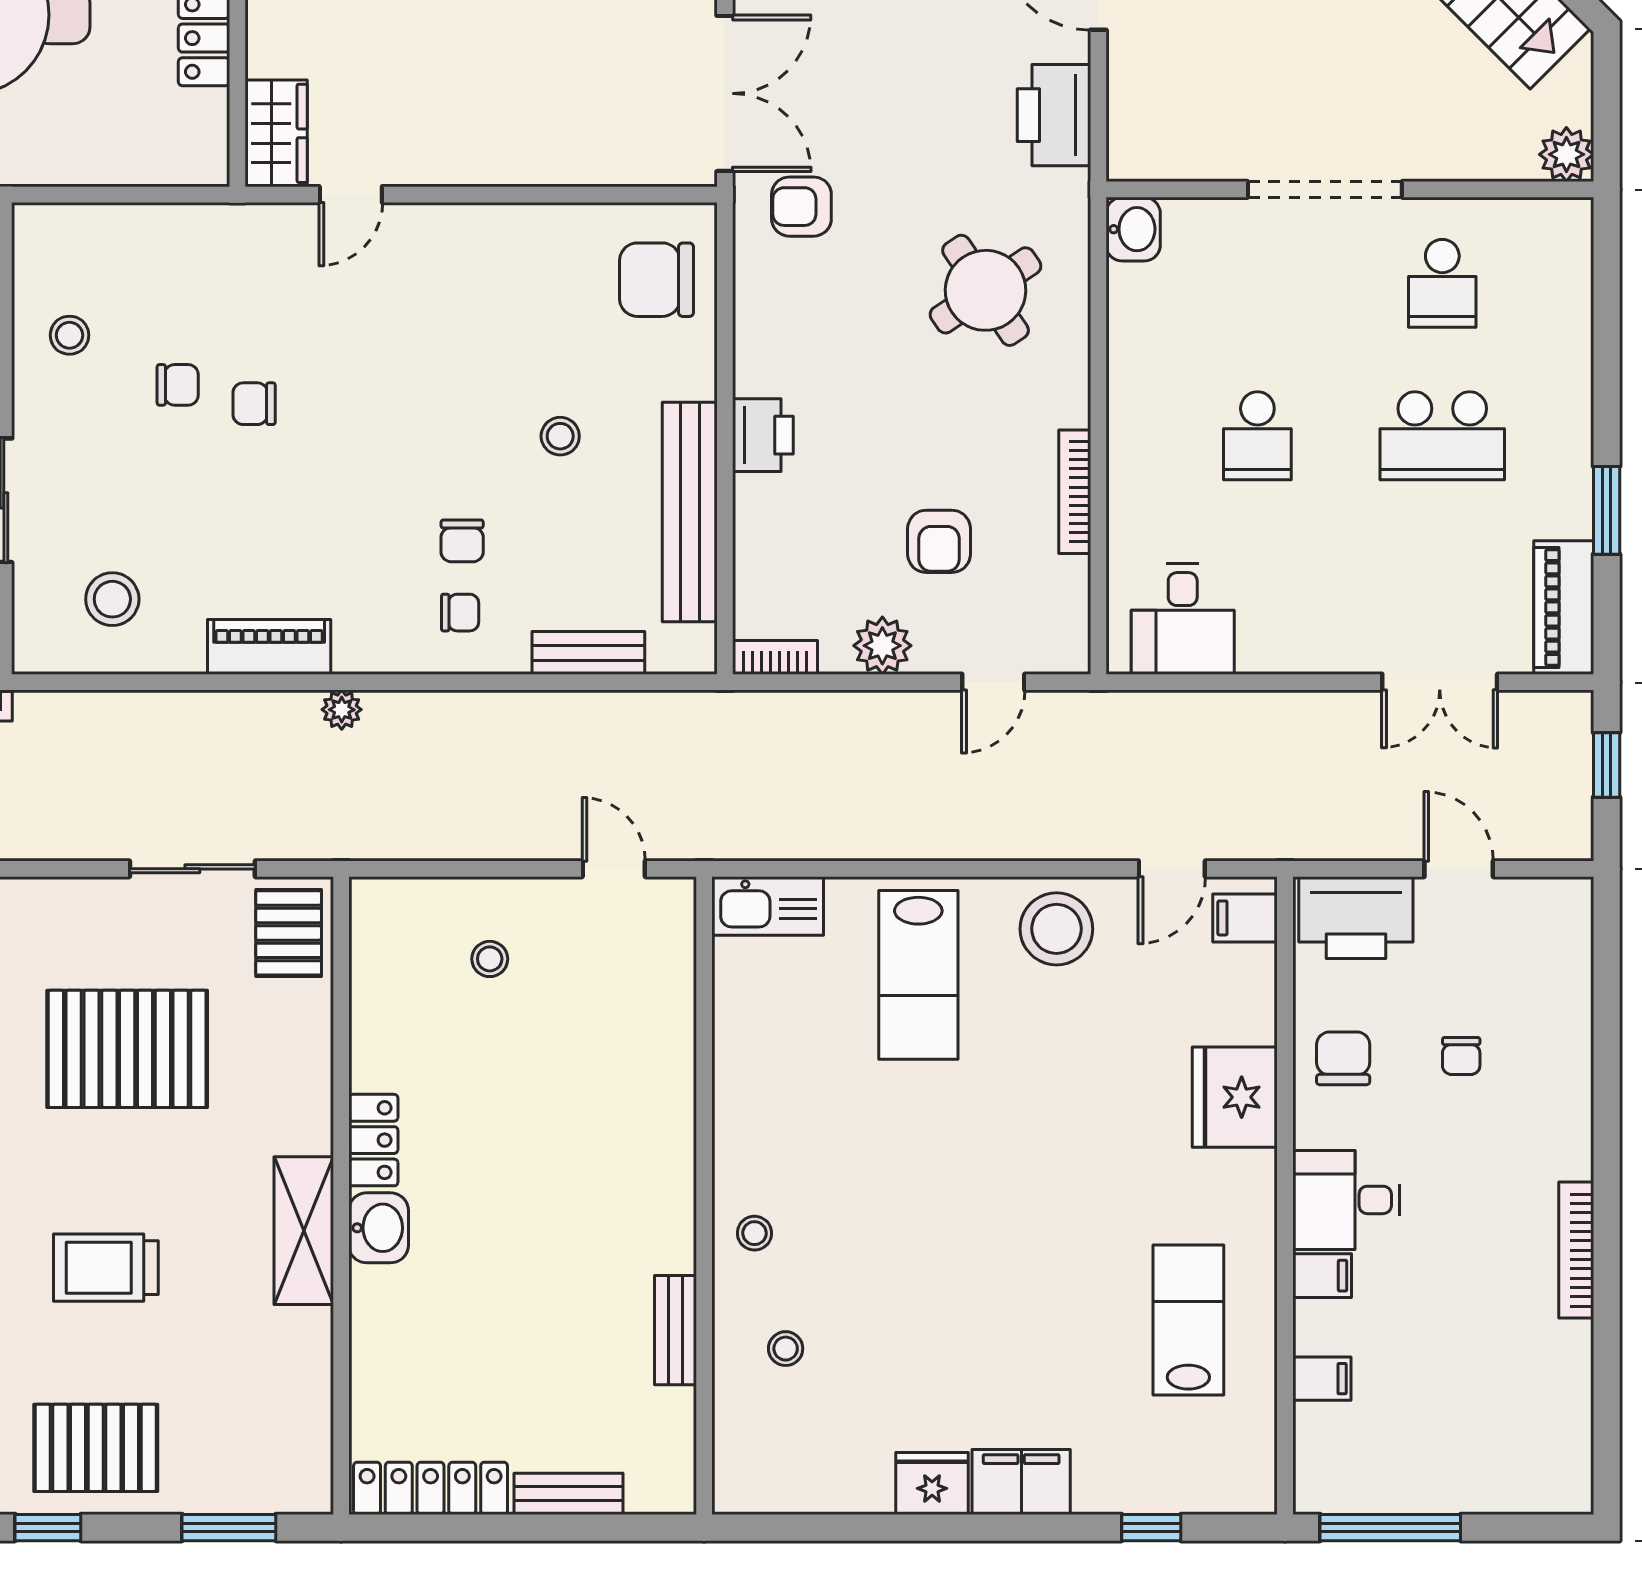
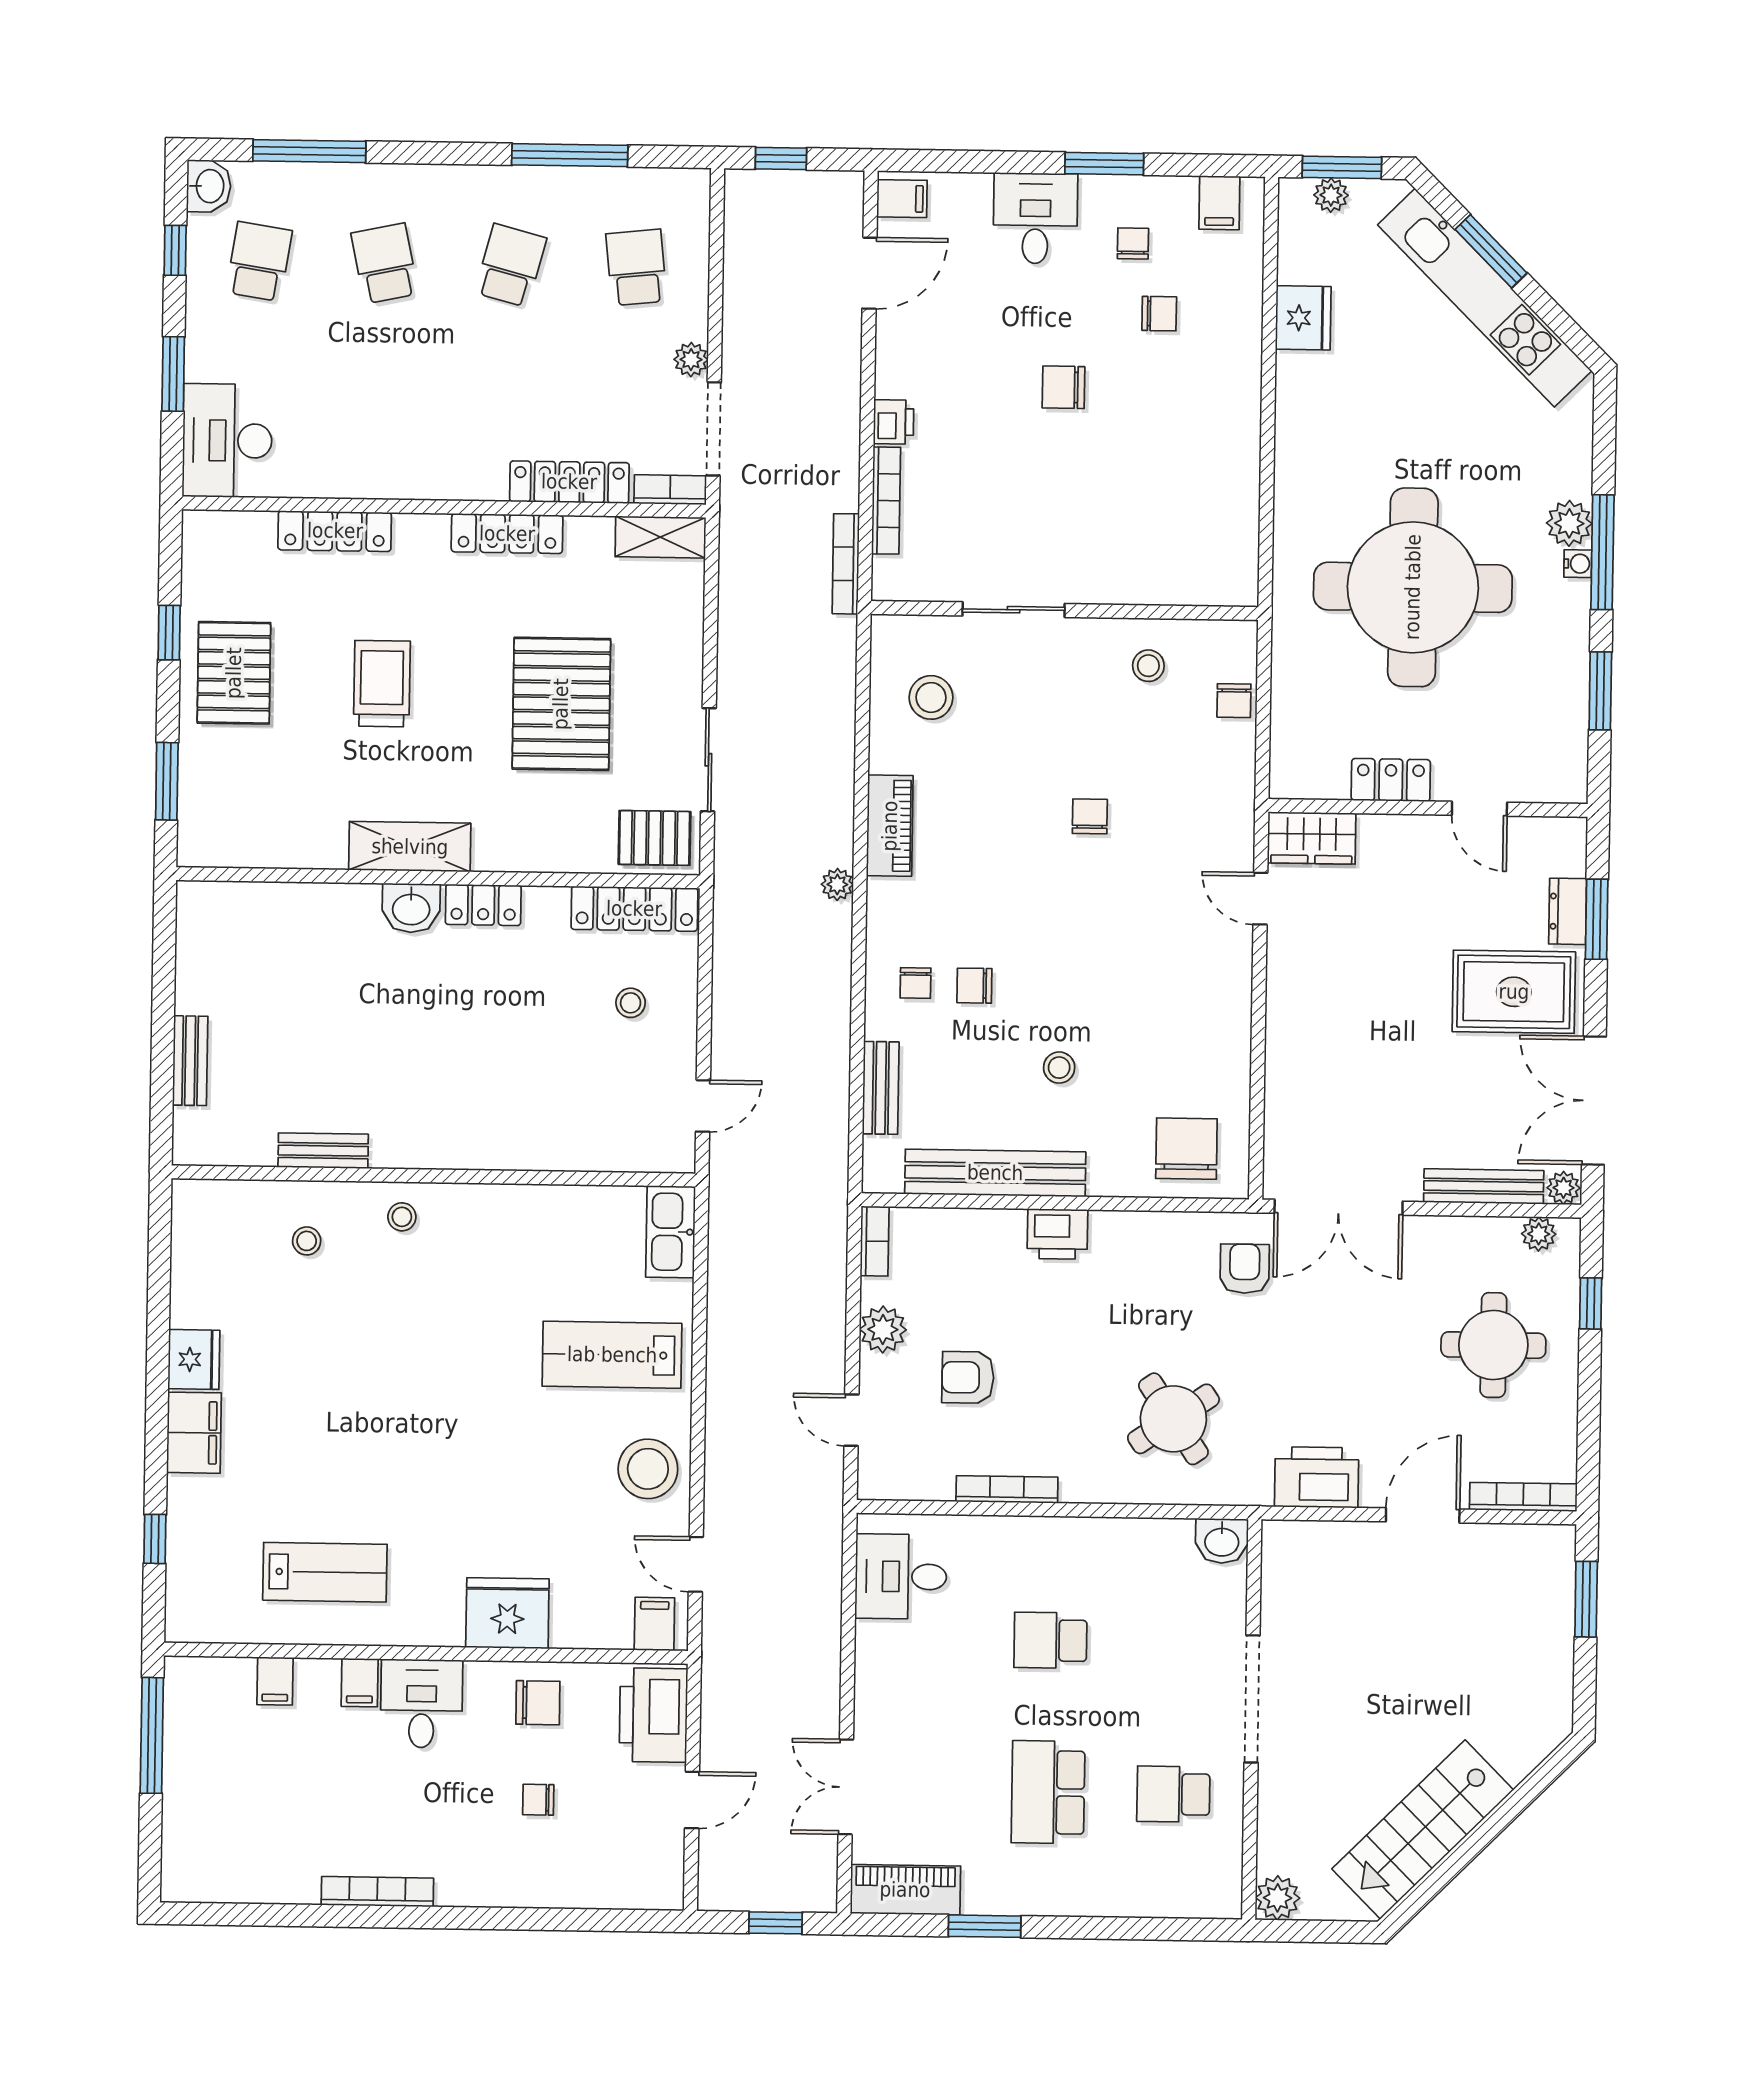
chair: (178, 385) -> (1234, 701), moved
locker: (431, 1488) -> (634, 909), moved, turned 90

